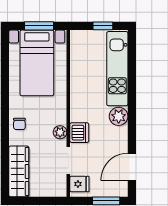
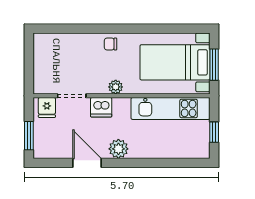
kitchen unit: (117, 69) -> (170, 108), moved, turned 180
plant: (60, 132) -> (116, 87), moved
door: (132, 167) -> (87, 163), moved
wardrobe: (19, 171) -> (60, 43), removed

